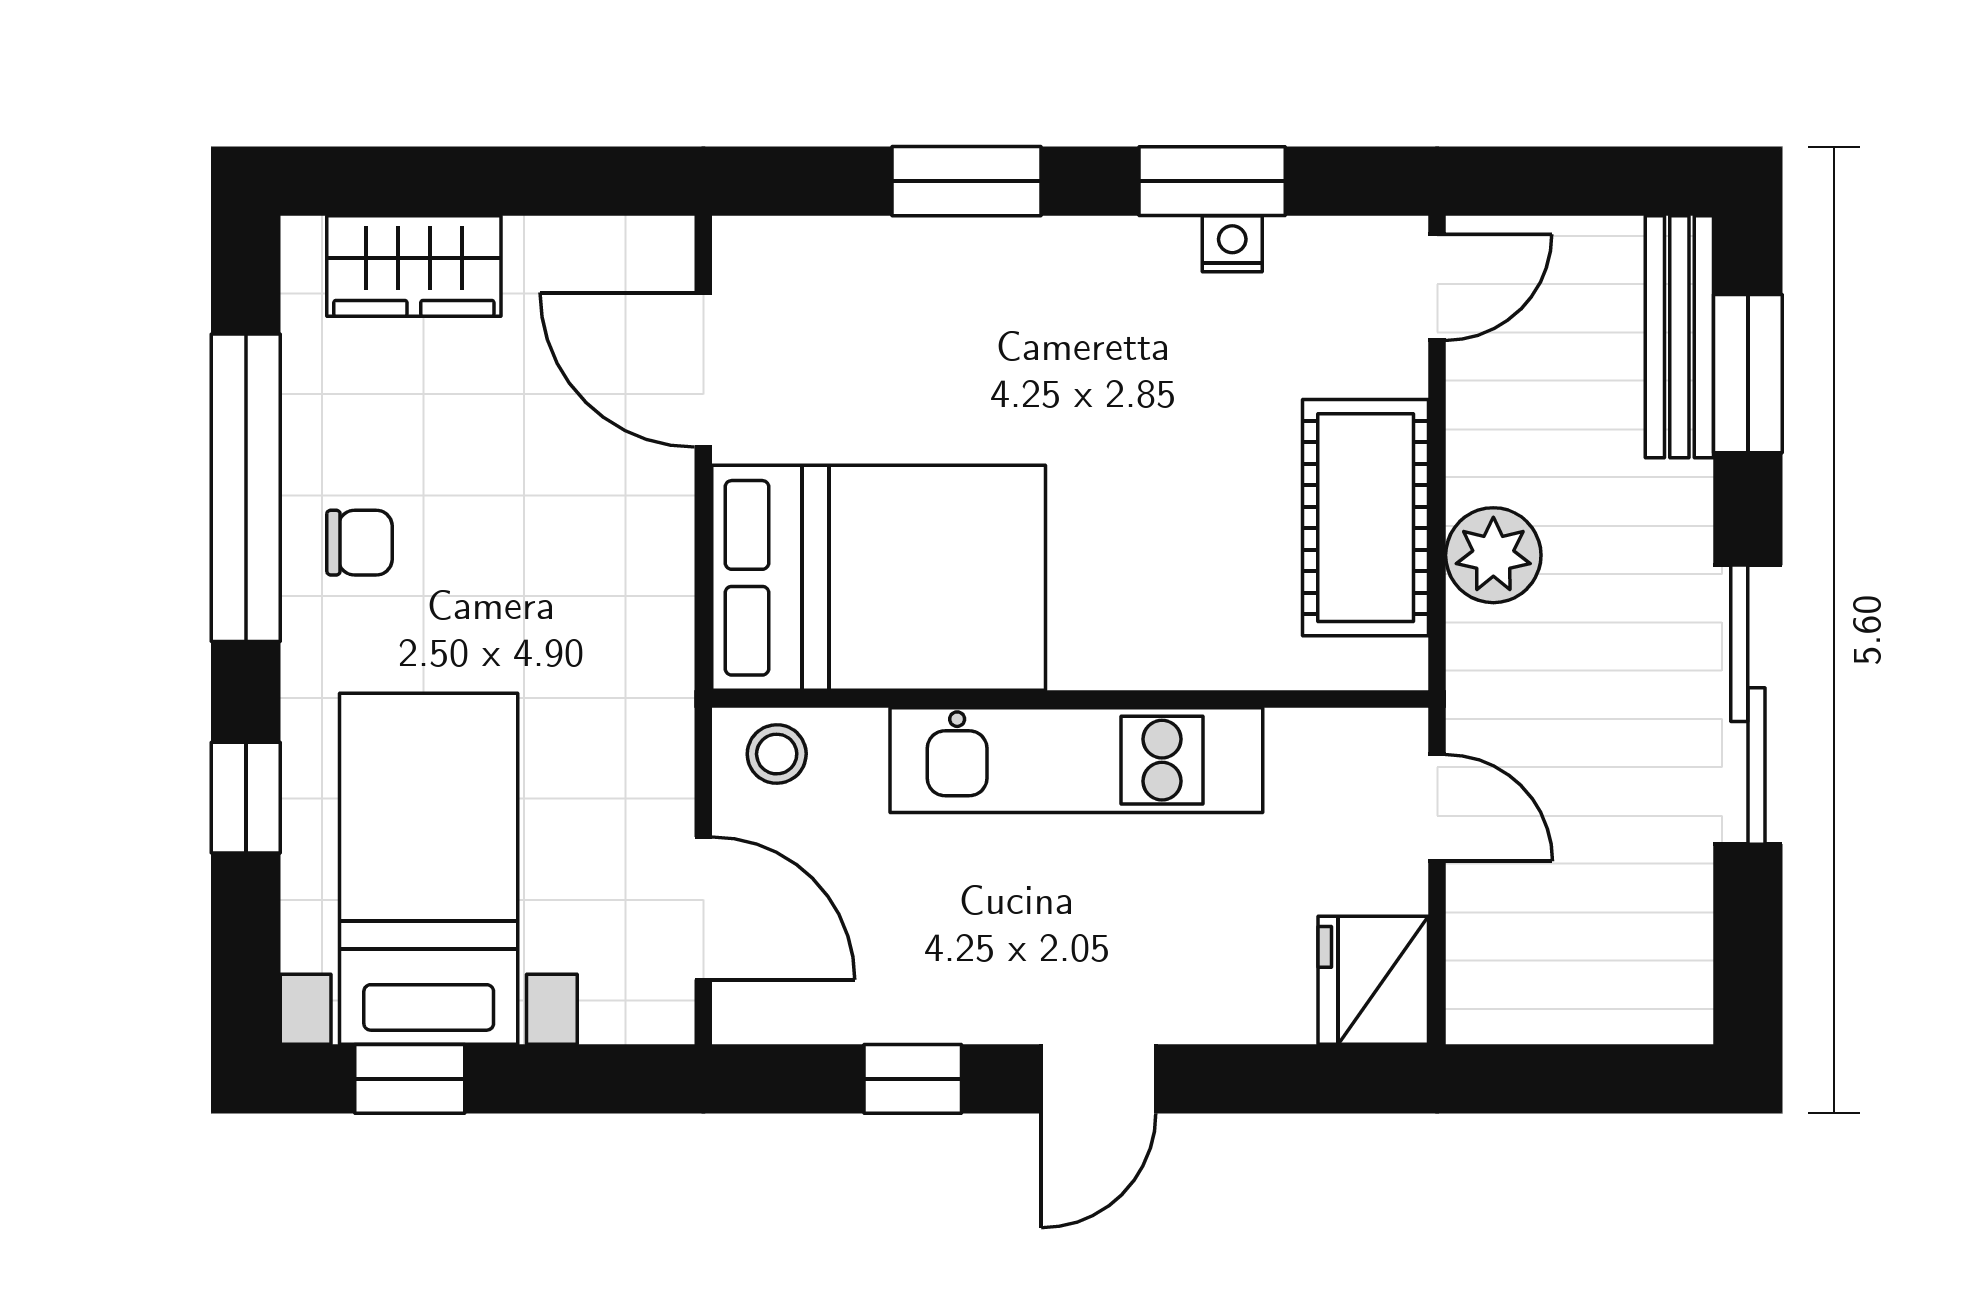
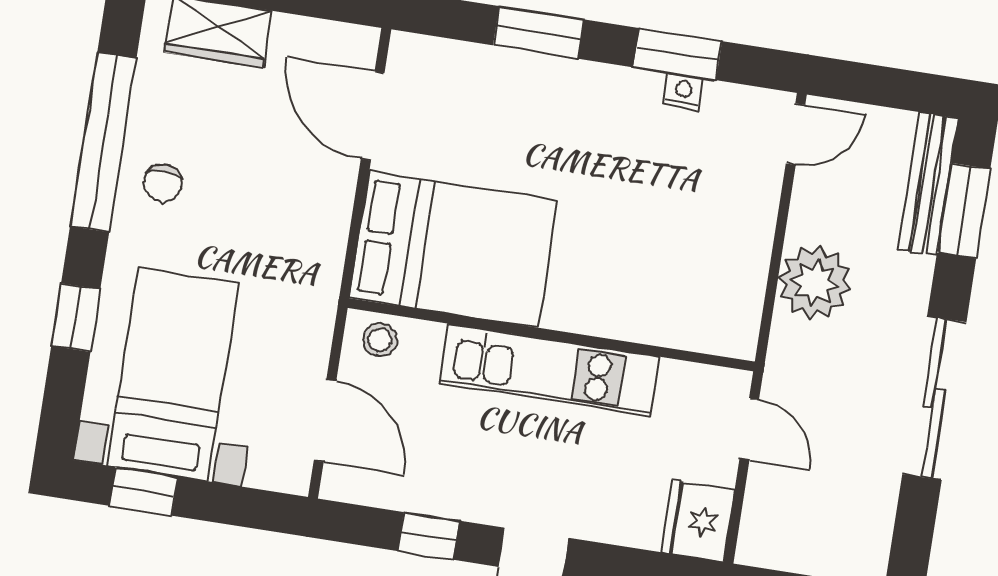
cot: (1366, 518) -> (735, 258), removed
chair: (359, 543) -> (163, 183), turned 90
plant: (1493, 555) -> (815, 283), width x1.36, depth x1.36

